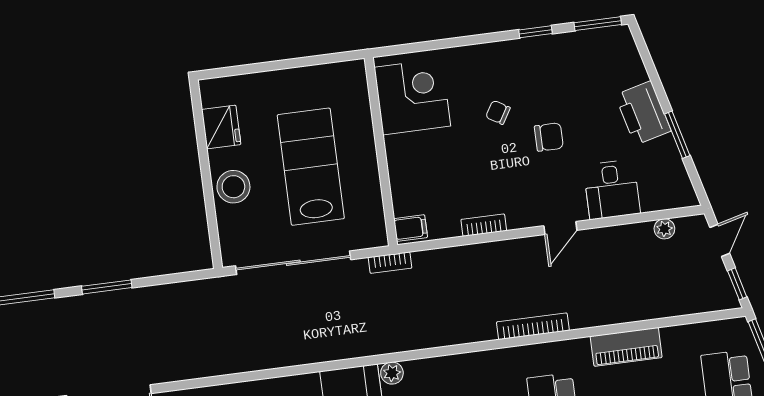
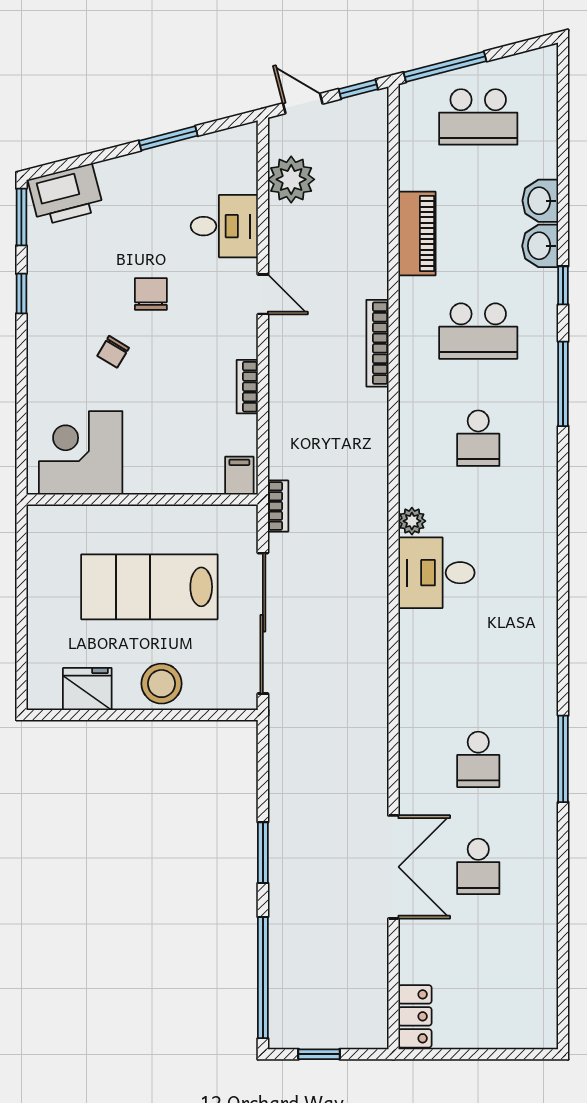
printer: (643, 113) -> (66, 195), moved
plant: (664, 229) -> (291, 179), width x1.88, depth x1.88

